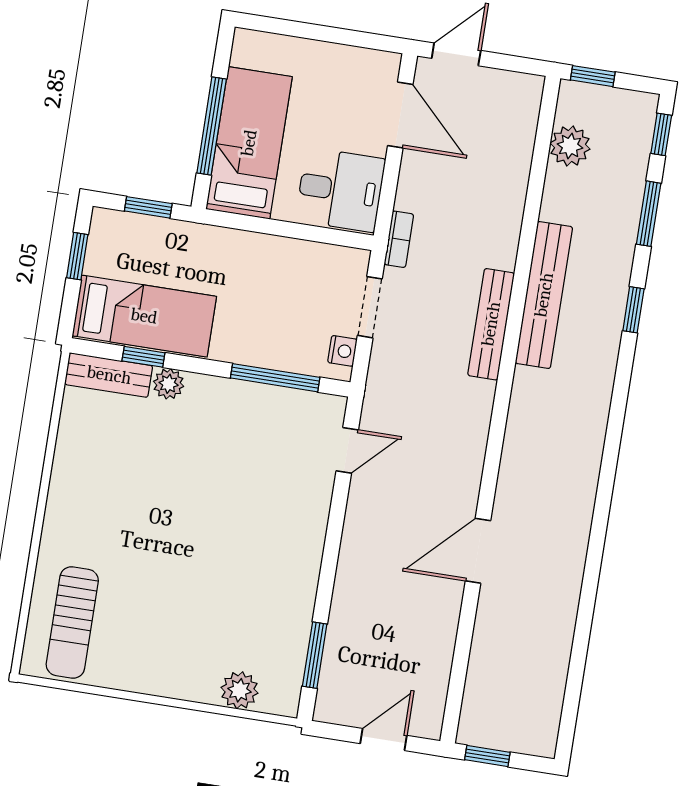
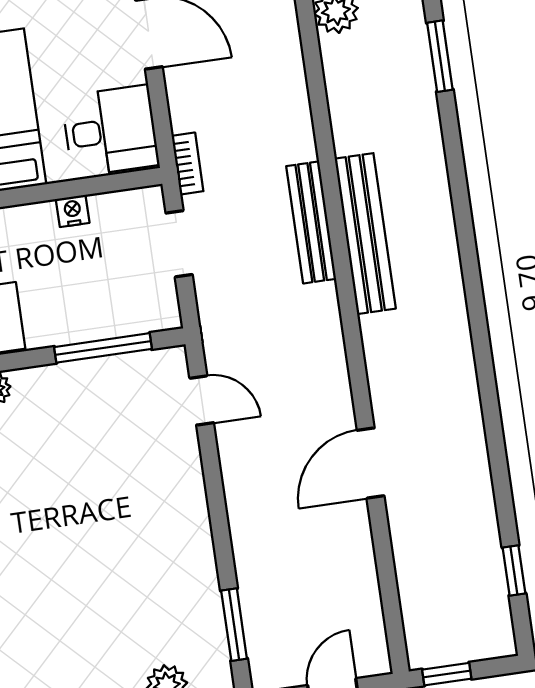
bench: (544, 295) -> (365, 234), moved
window: (633, 310) -> (514, 571), moved
nightstand: (342, 351) -> (73, 211), moved, turned -90
door: (347, 450) -> (202, 400), hinge flipped

